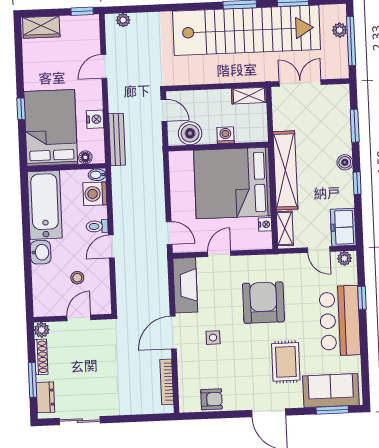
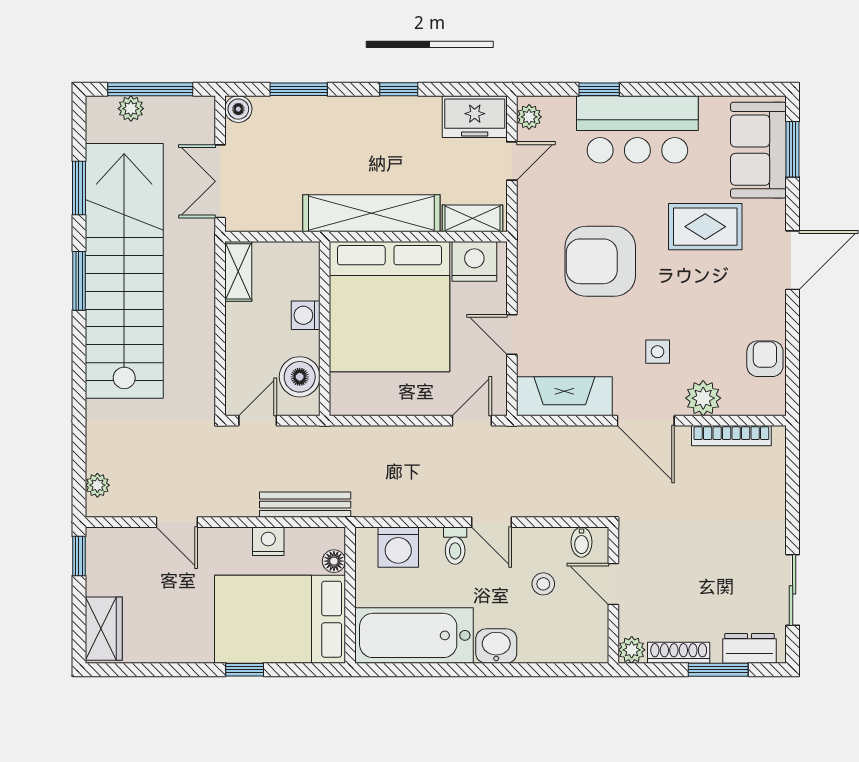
boiler: (345, 162) -> (238, 109), moved
bidet: (97, 175) -> (582, 542), moved
nightstand: (265, 224) -> (474, 261), width x1.89, depth x1.79
plant: (188, 365) -> (703, 398), added

